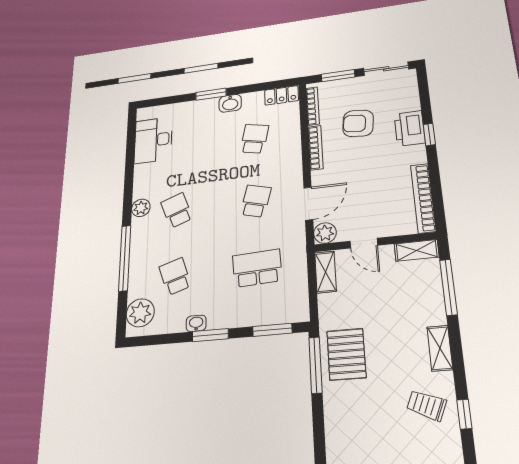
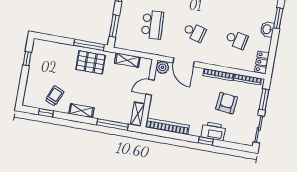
shelving: (326, 272) -> (127, 60), moved

